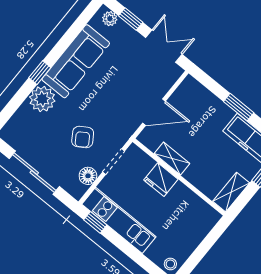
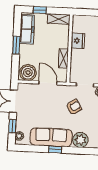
window: (40, 73) -> (55, 149), moved
boiler: (189, 95) -> (28, 73), added
armchair: (83, 137) -> (74, 107), moved
fridge: (161, 180) -> (78, 41), moved

